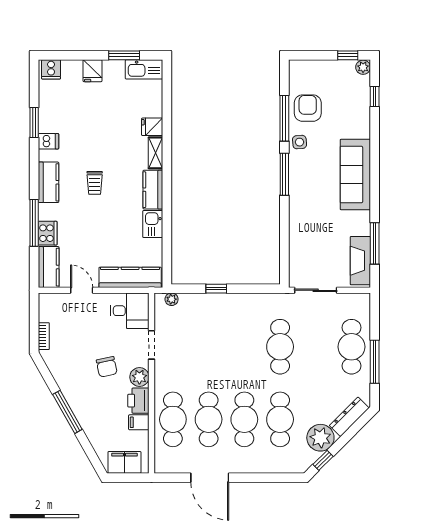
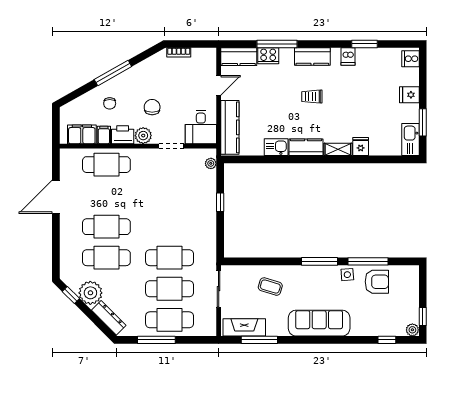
coffee table: (313, 231) -> (270, 287), added
chair: (107, 367) -> (152, 107), turned 102
chair: (102, 416) -> (110, 103), added
cafe table: (209, 419) -> (170, 289), moved
filing cabinet: (124, 462) -> (82, 134), moved, turned -90

